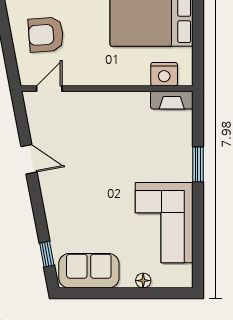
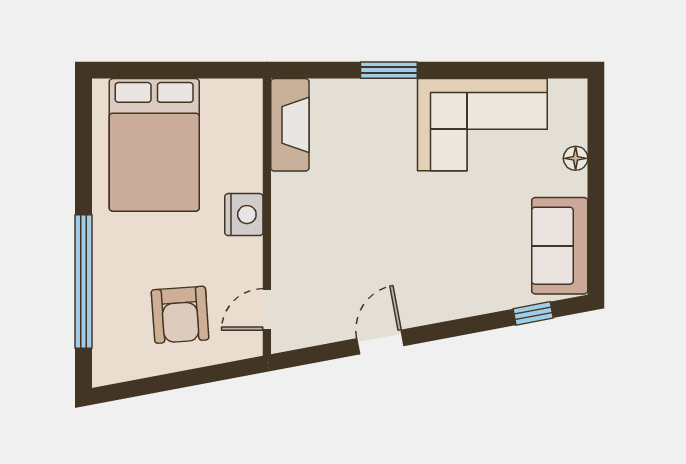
nightstand: (164, 74) -> (244, 215), moved
door: (49, 89) -> (267, 309), hinge flipped
fireplace: (172, 100) -> (290, 125), width x1.37, depth x1.32

